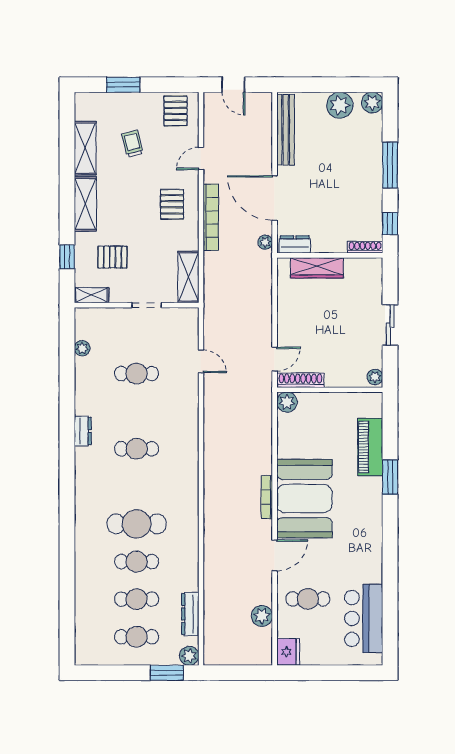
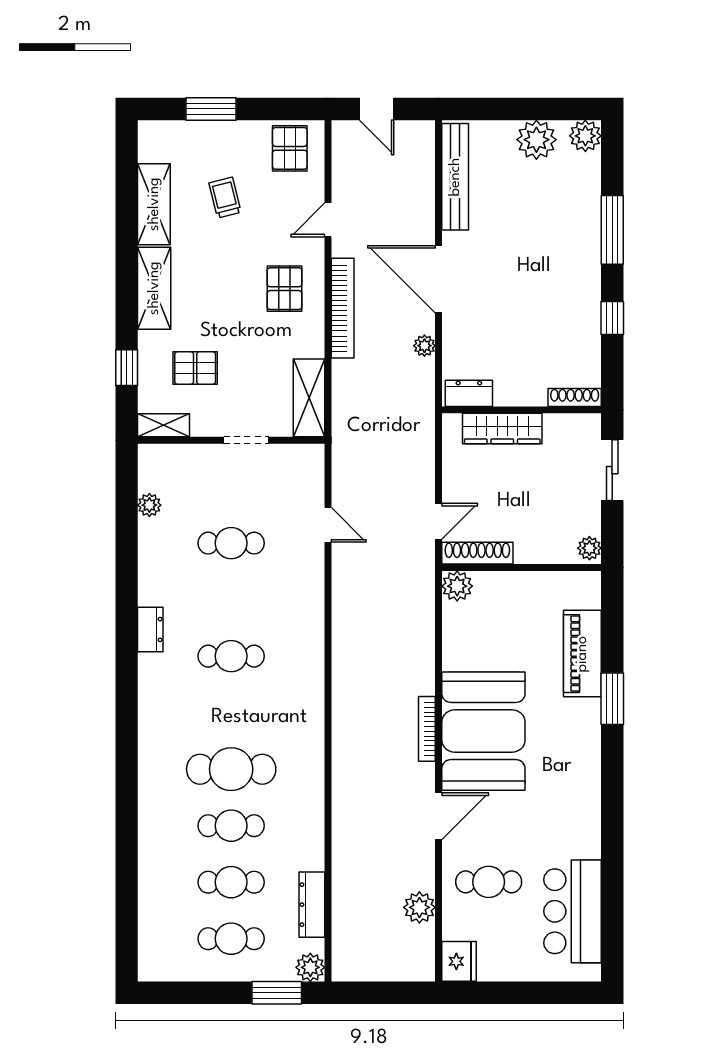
dresser: (295, 244) -> (469, 393), moved
shoe rack: (365, 247) -> (575, 398), moved
wall: (330, 255) -> (522, 410), moved
wardrobe: (317, 268) -> (502, 428), moved

